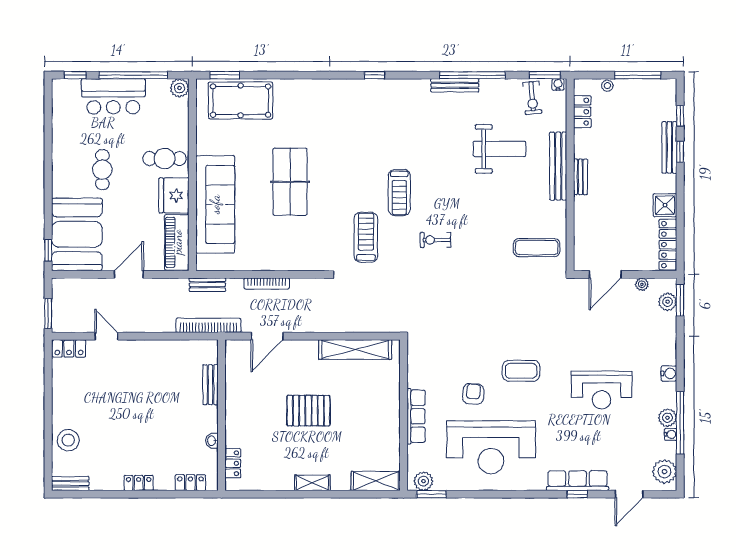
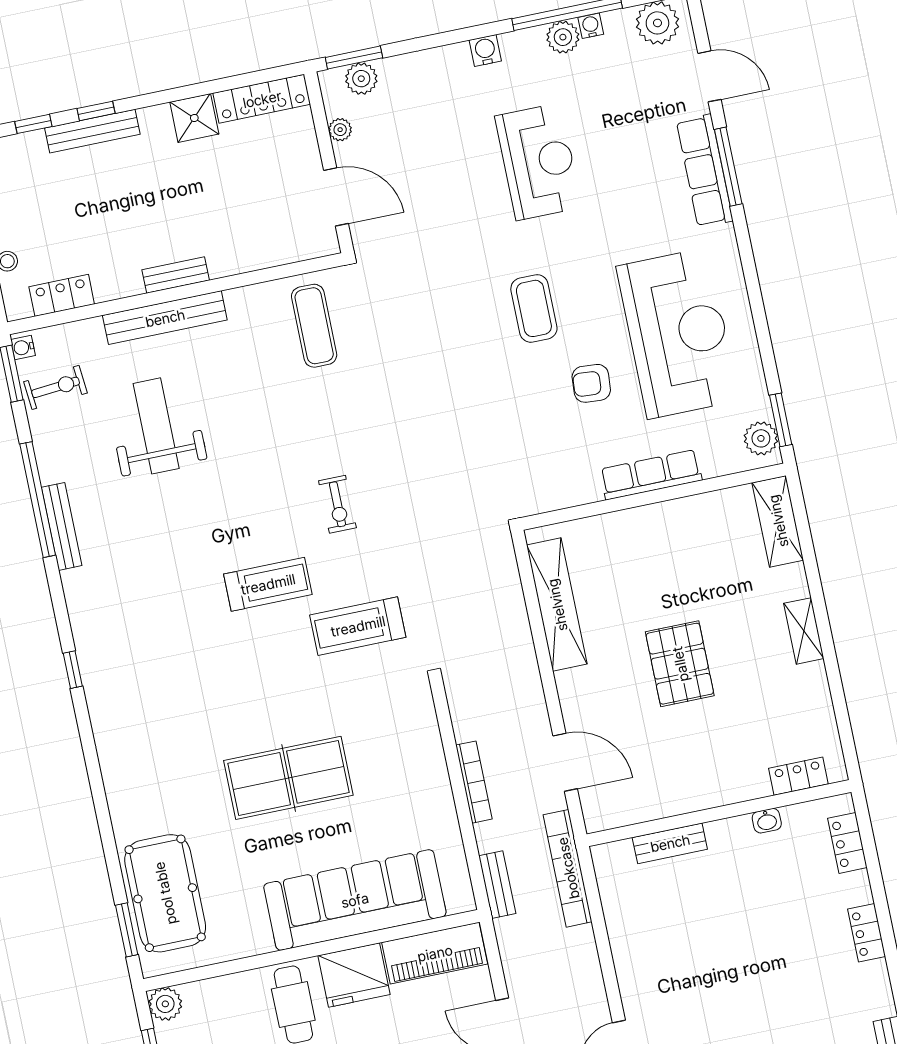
window: (577, 494) -> (728, 167), width x2.17

